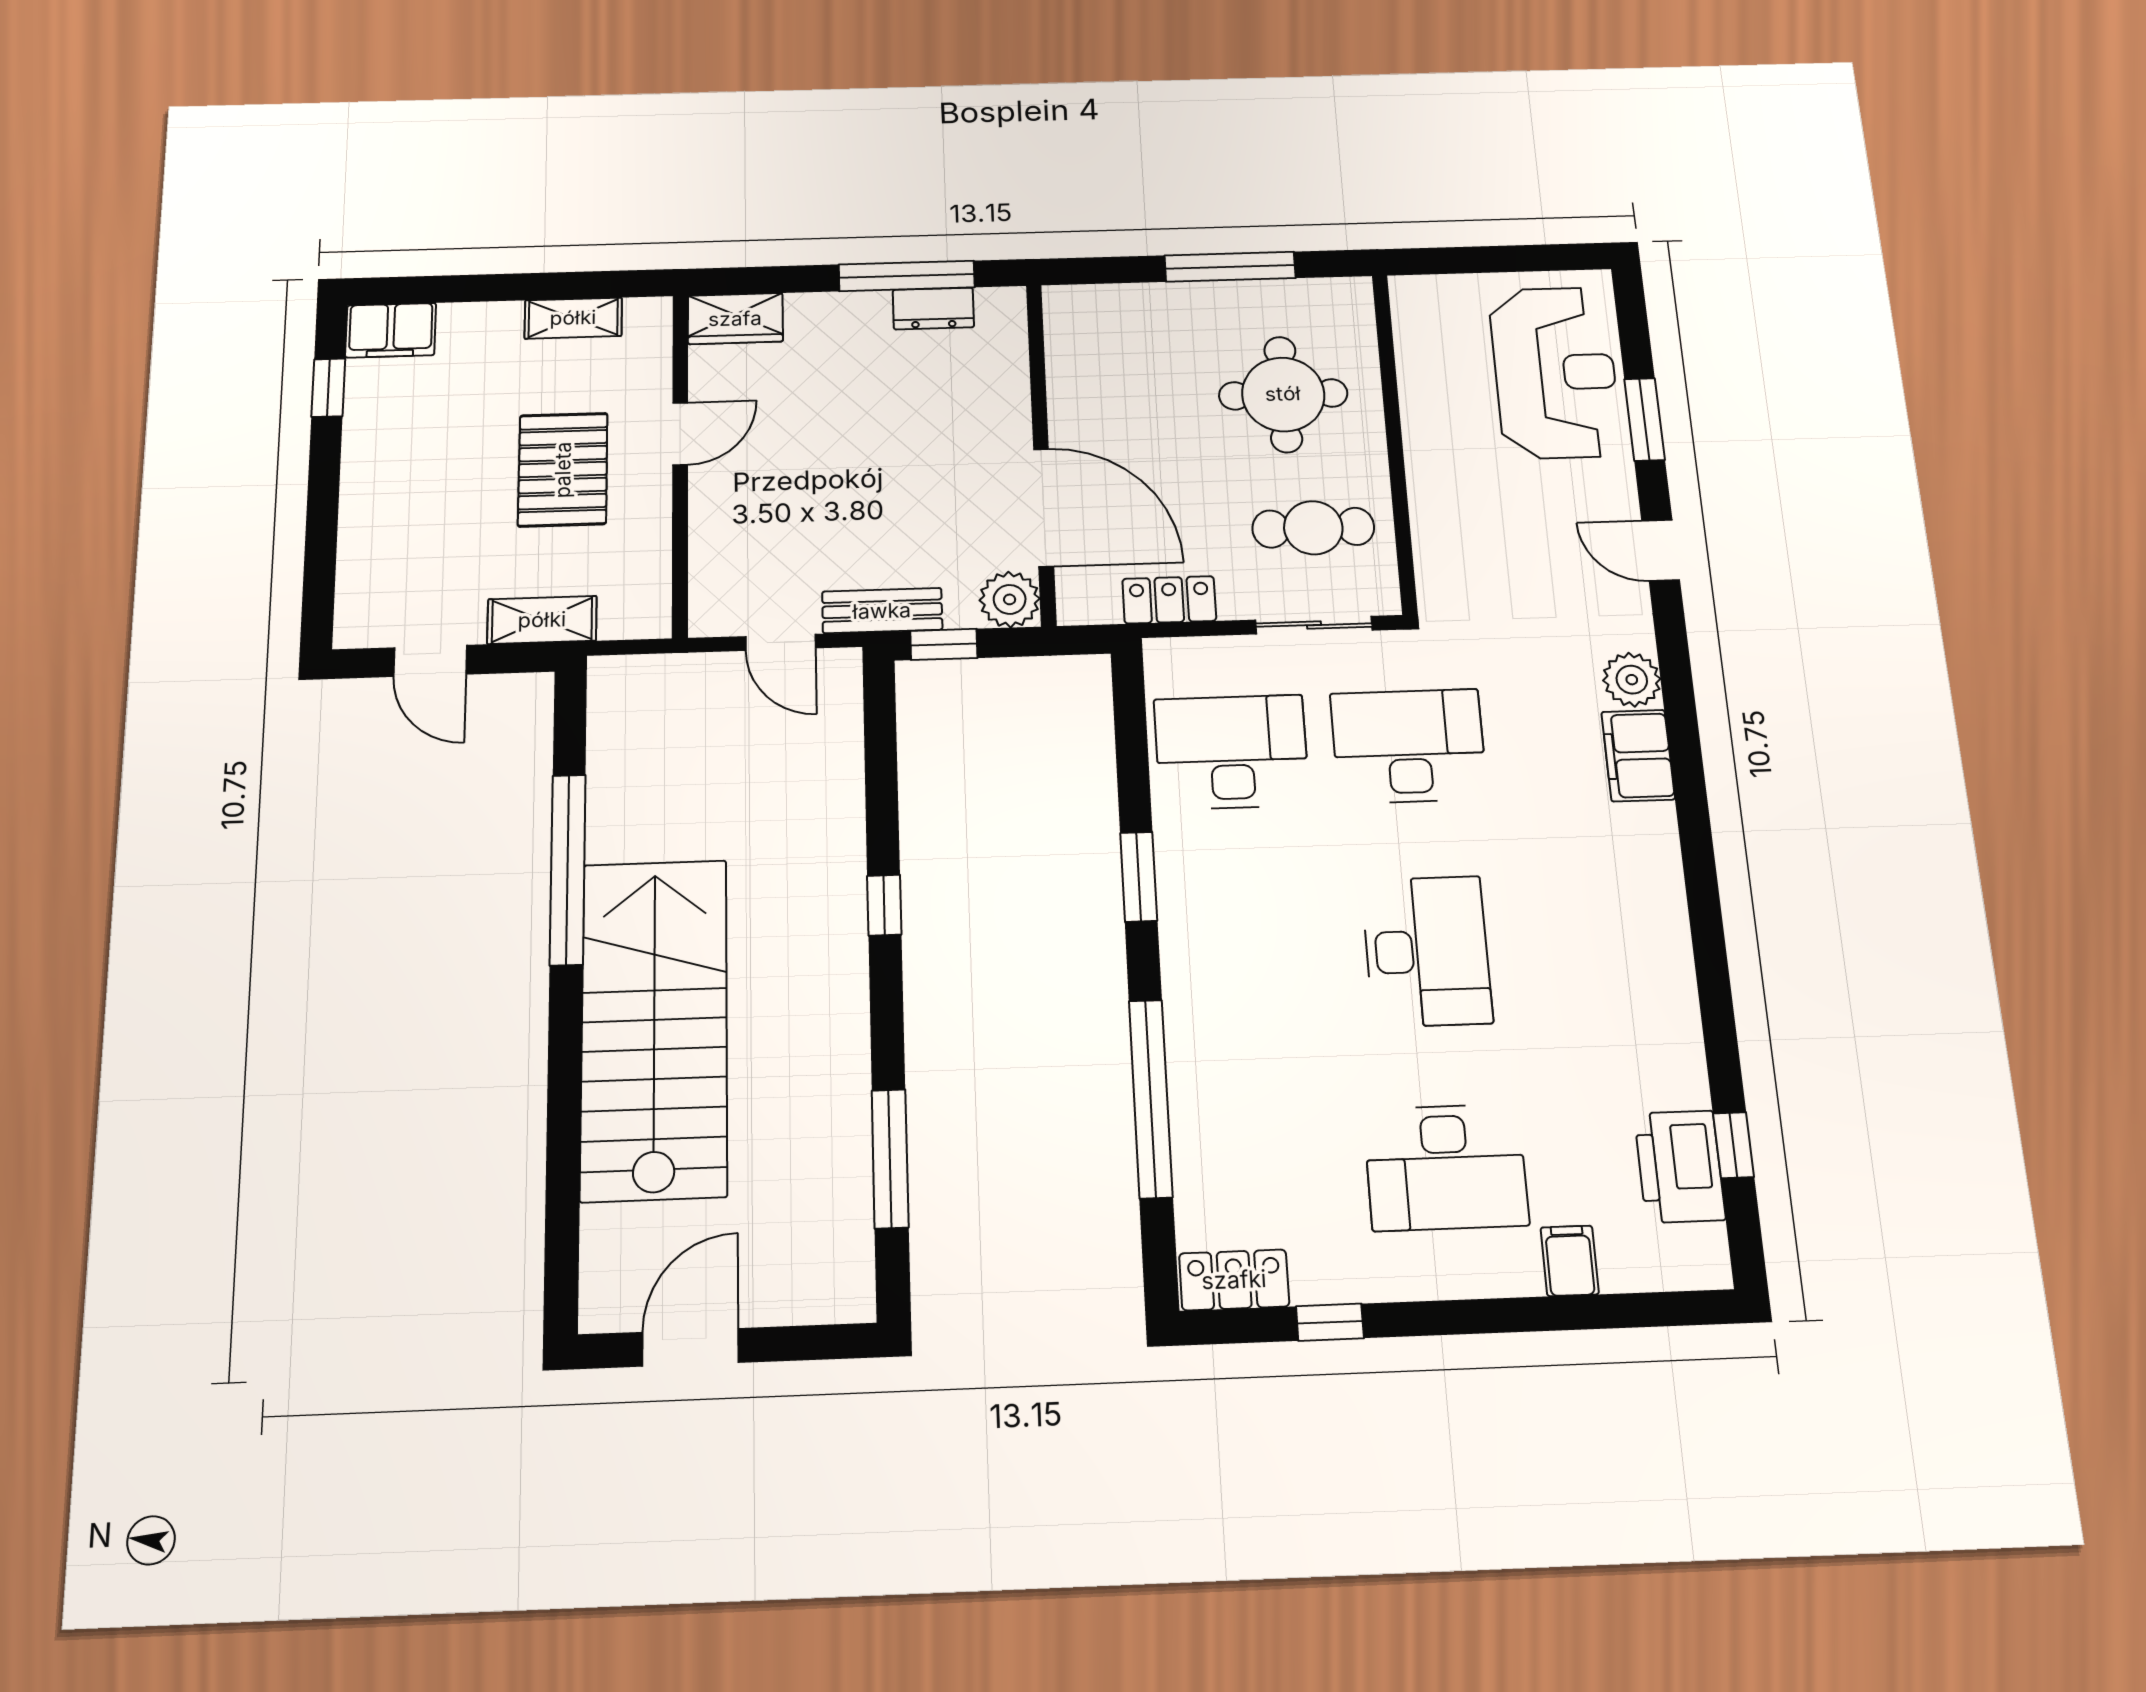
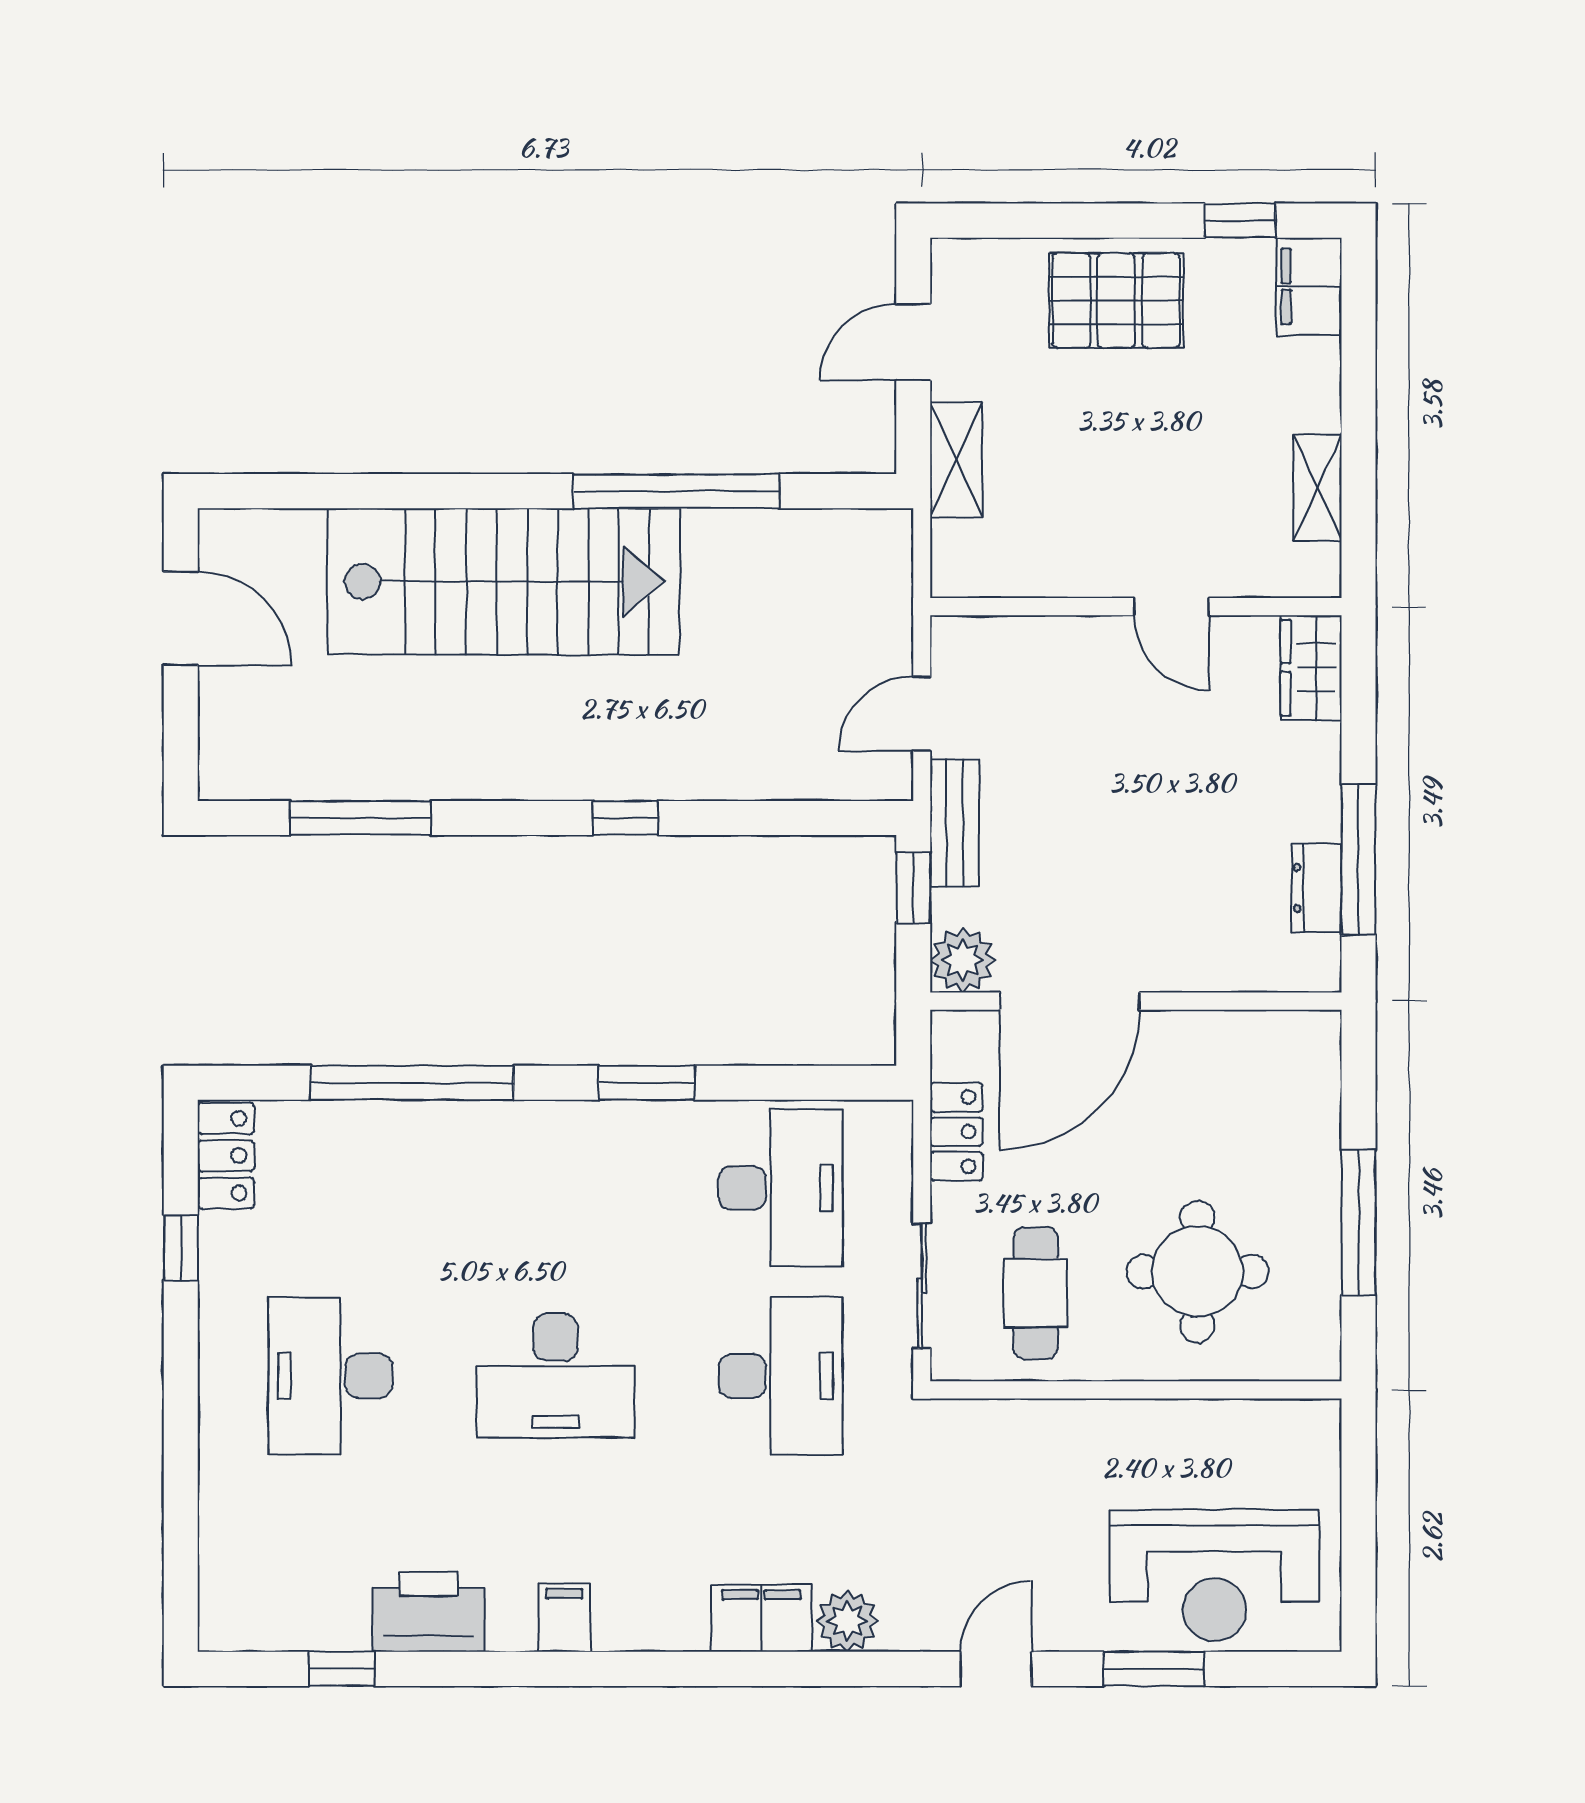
pallet: (563, 470) -> (1116, 300), moved
printer: (1680, 1167) -> (429, 1612), moved
filing cabinet: (1570, 1261) -> (564, 1618), moved, turned -90

